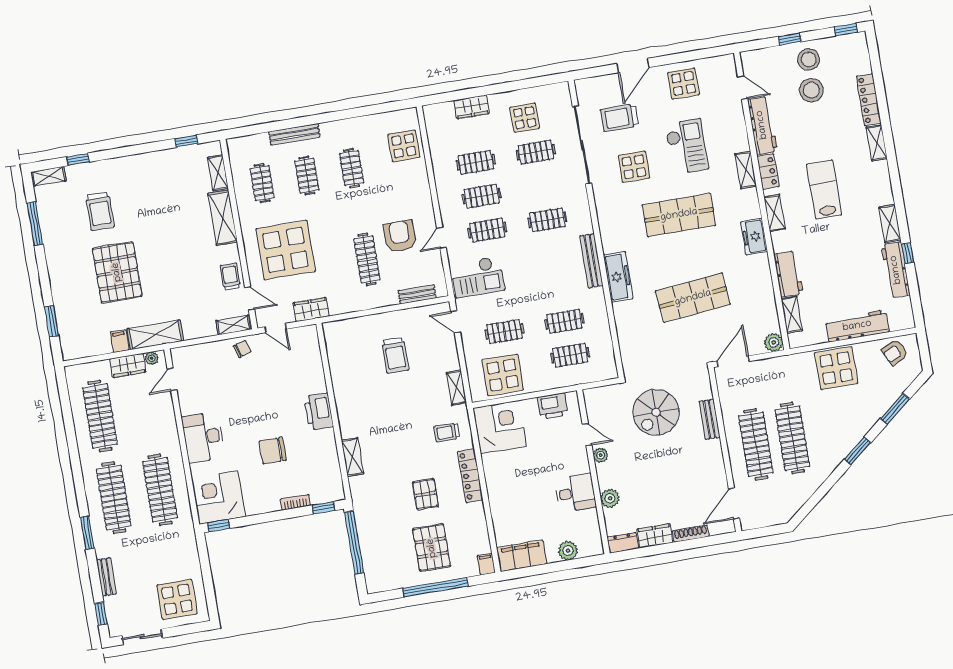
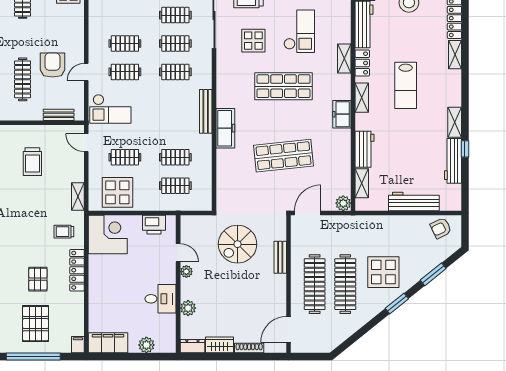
clothes rail: (476, 162) -> (175, 44), moved
lab bench: (824, 189) -> (406, 85), turned 180
display table: (836, 368) -> (383, 272), moved

